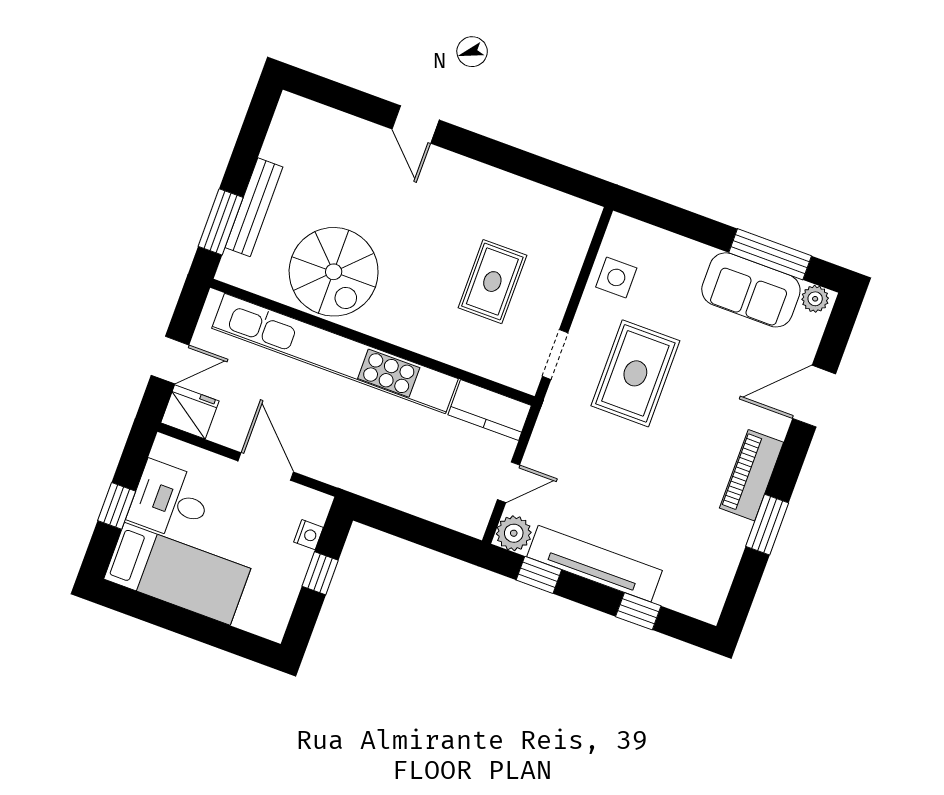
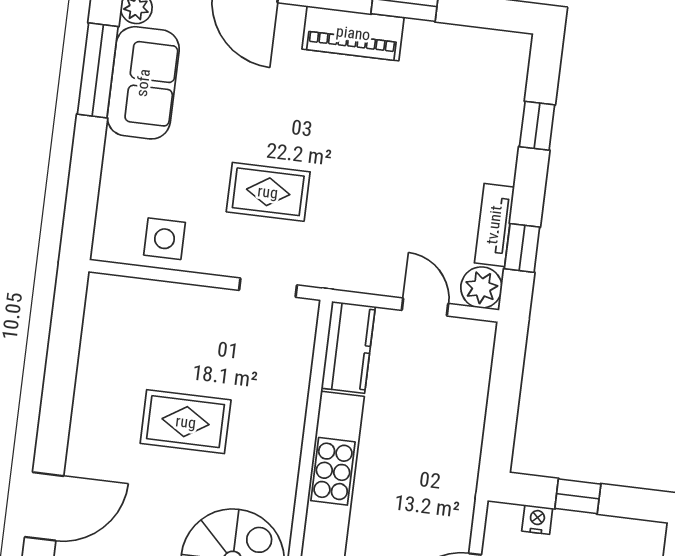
door: (416, 125) -> (44, 506), width x1.38
rug: (492, 282) -> (186, 422), moved
rug: (635, 373) -> (268, 192), width x0.73, depth x0.70
tv unit: (595, 564) -> (494, 225), width x0.52, depth x0.78

